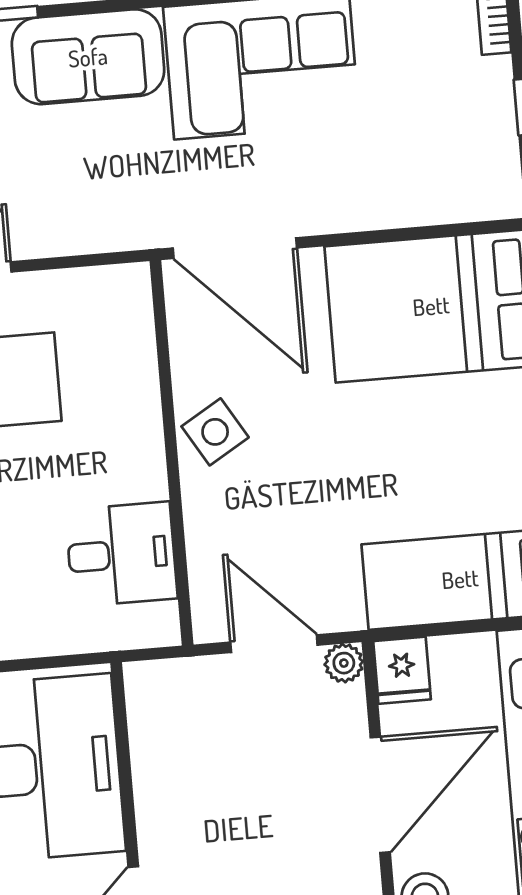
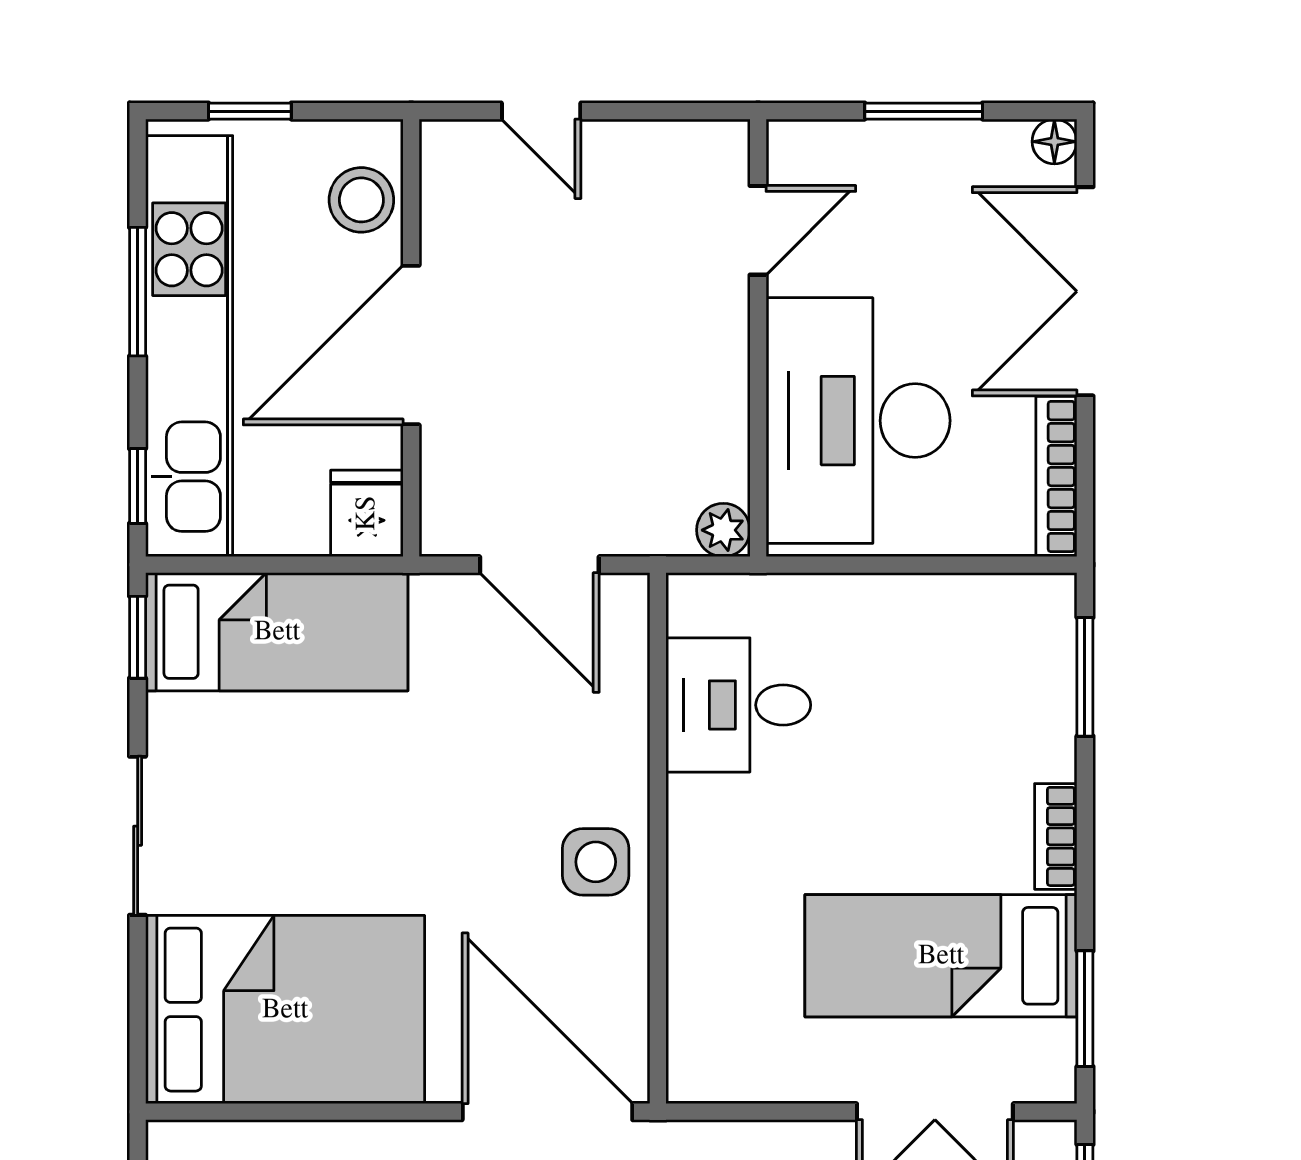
side table: (215, 432) -> (596, 862), turned 31
plant: (344, 663) -> (723, 530), moved

